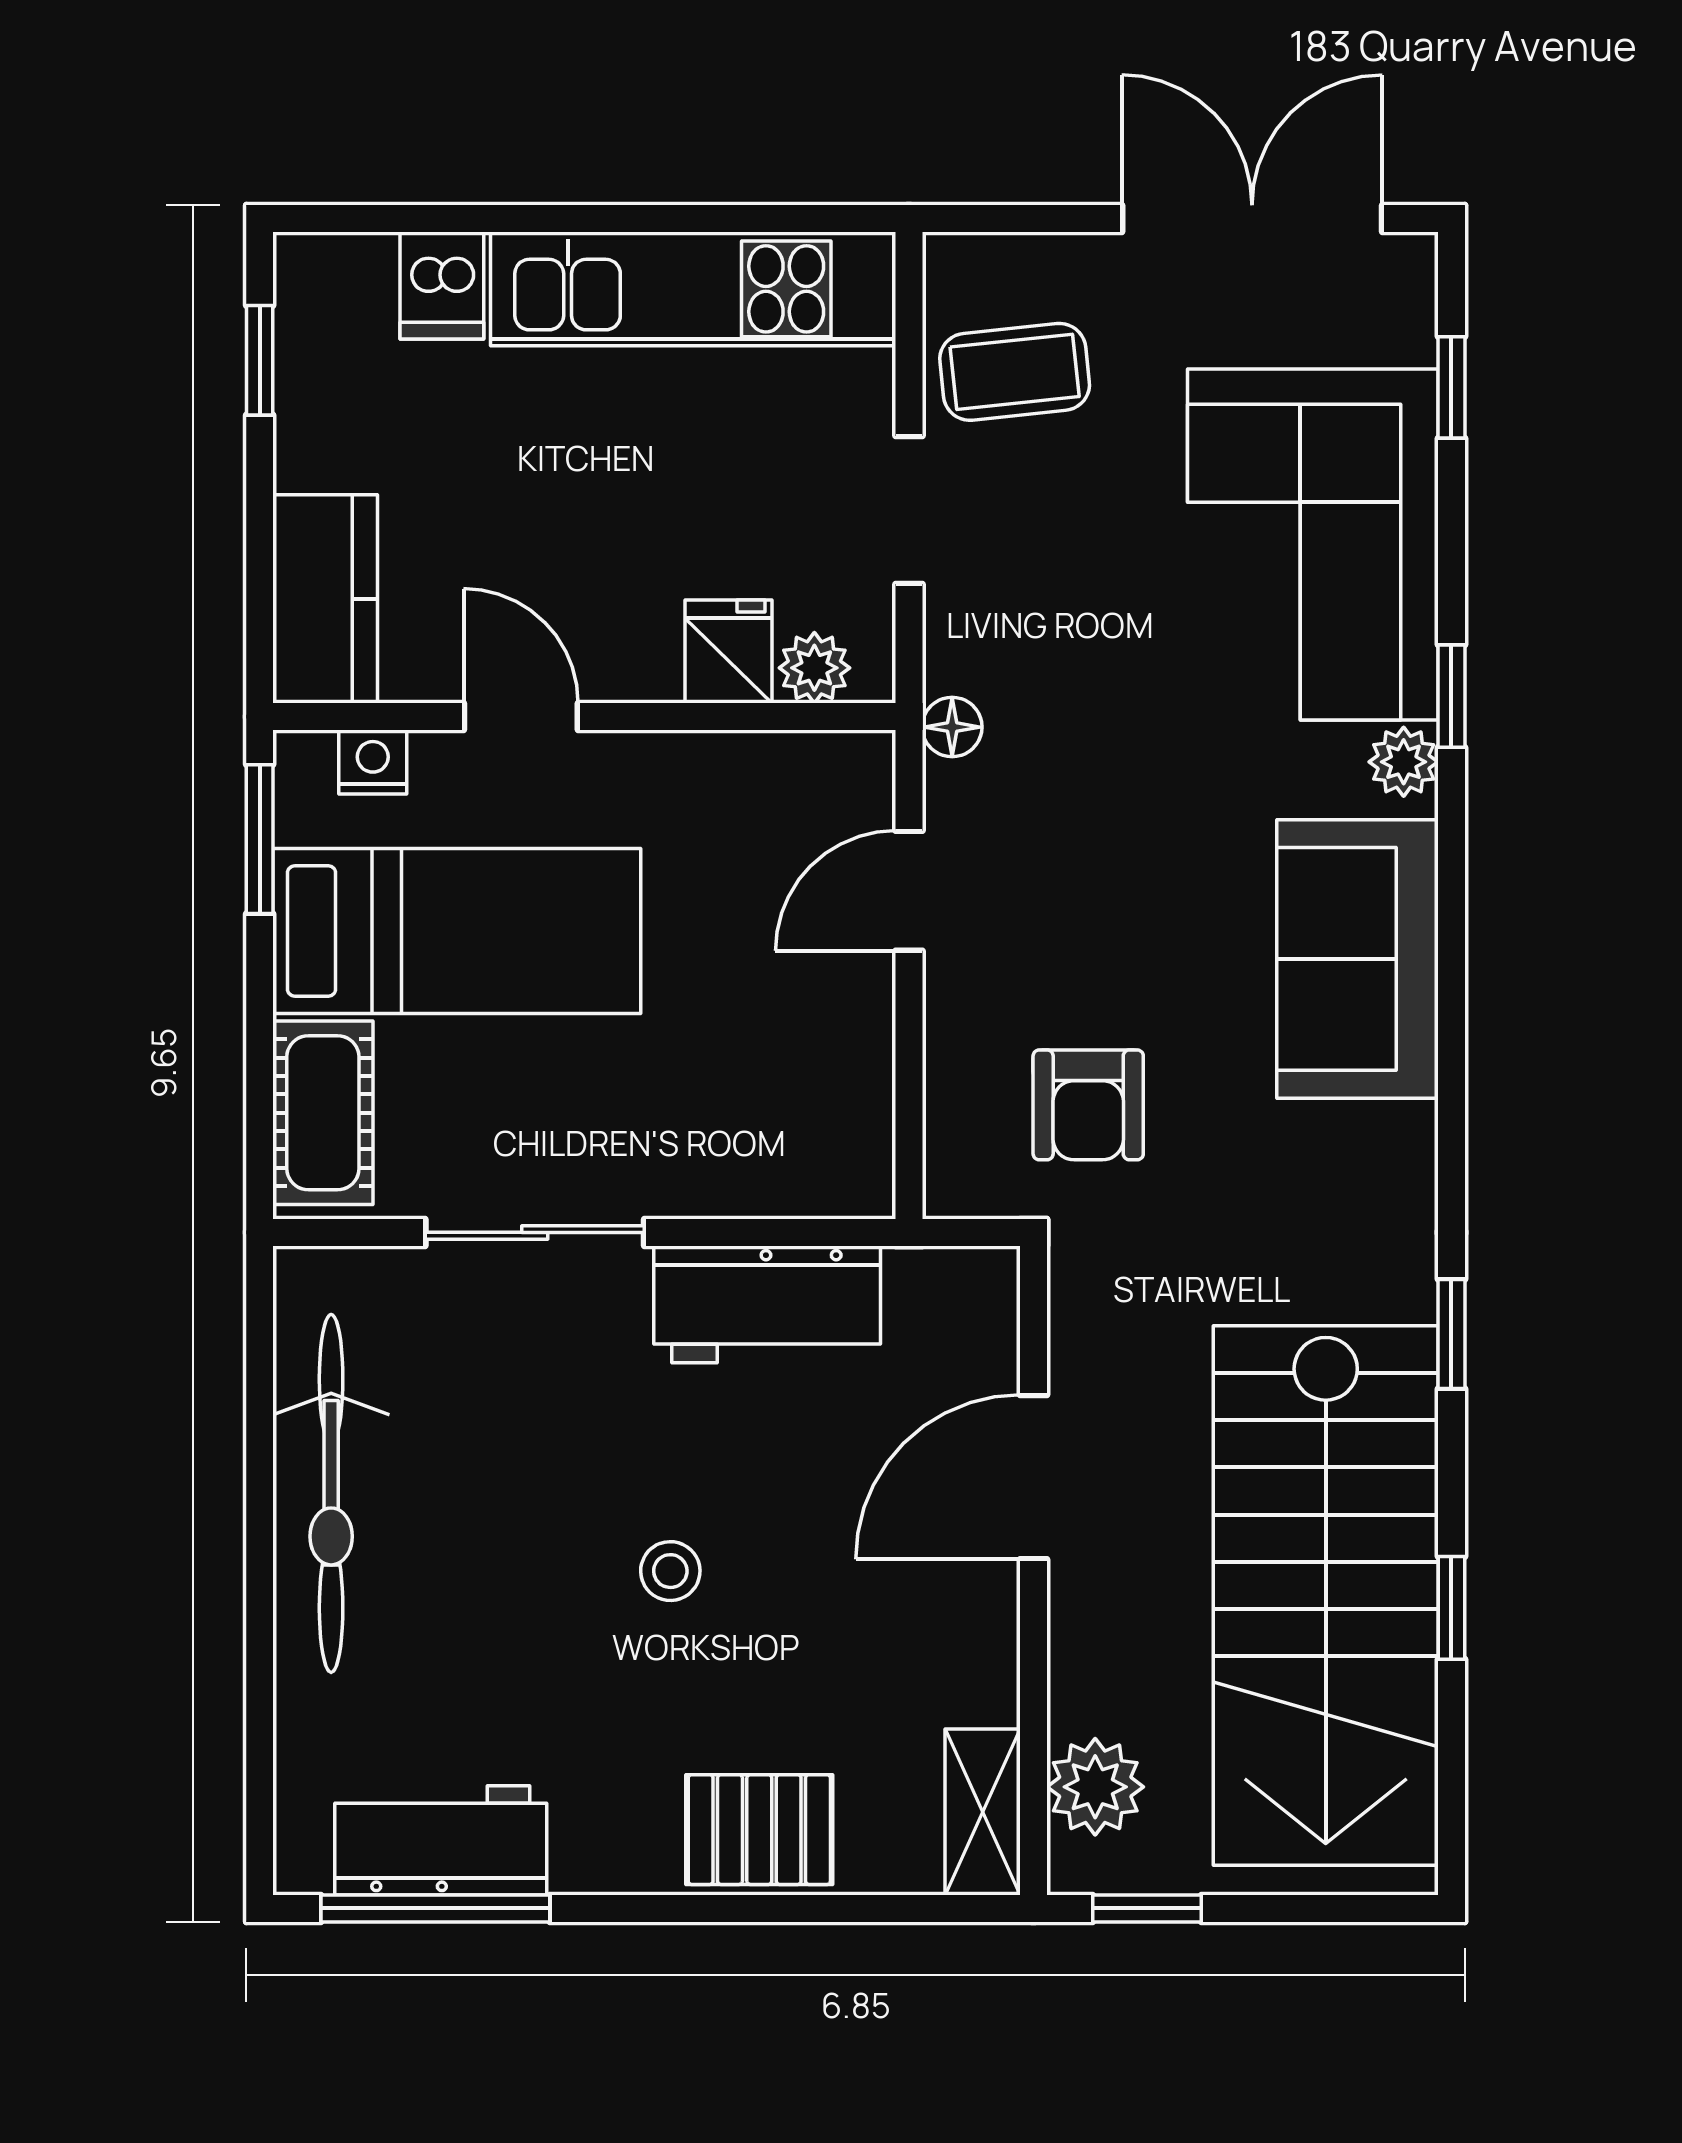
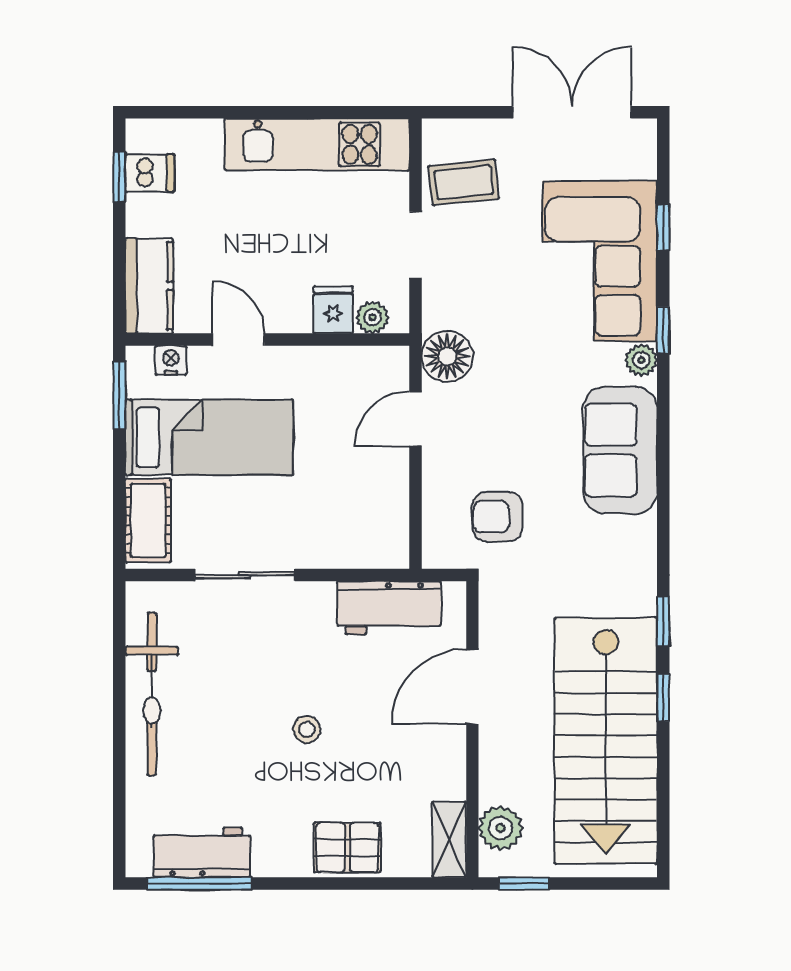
dishwasher: (442, 286) -> (150, 173), moved, turned -90
window: (1451, 387) -> (663, 227), moved
floor lamp: (952, 727) -> (447, 356), width x1.89, depth x1.89
armchair: (1088, 1105) -> (497, 517), turned 90
workbench: (767, 1304) -> (389, 608), moved
window: (1451, 1608) -> (663, 698), moved

